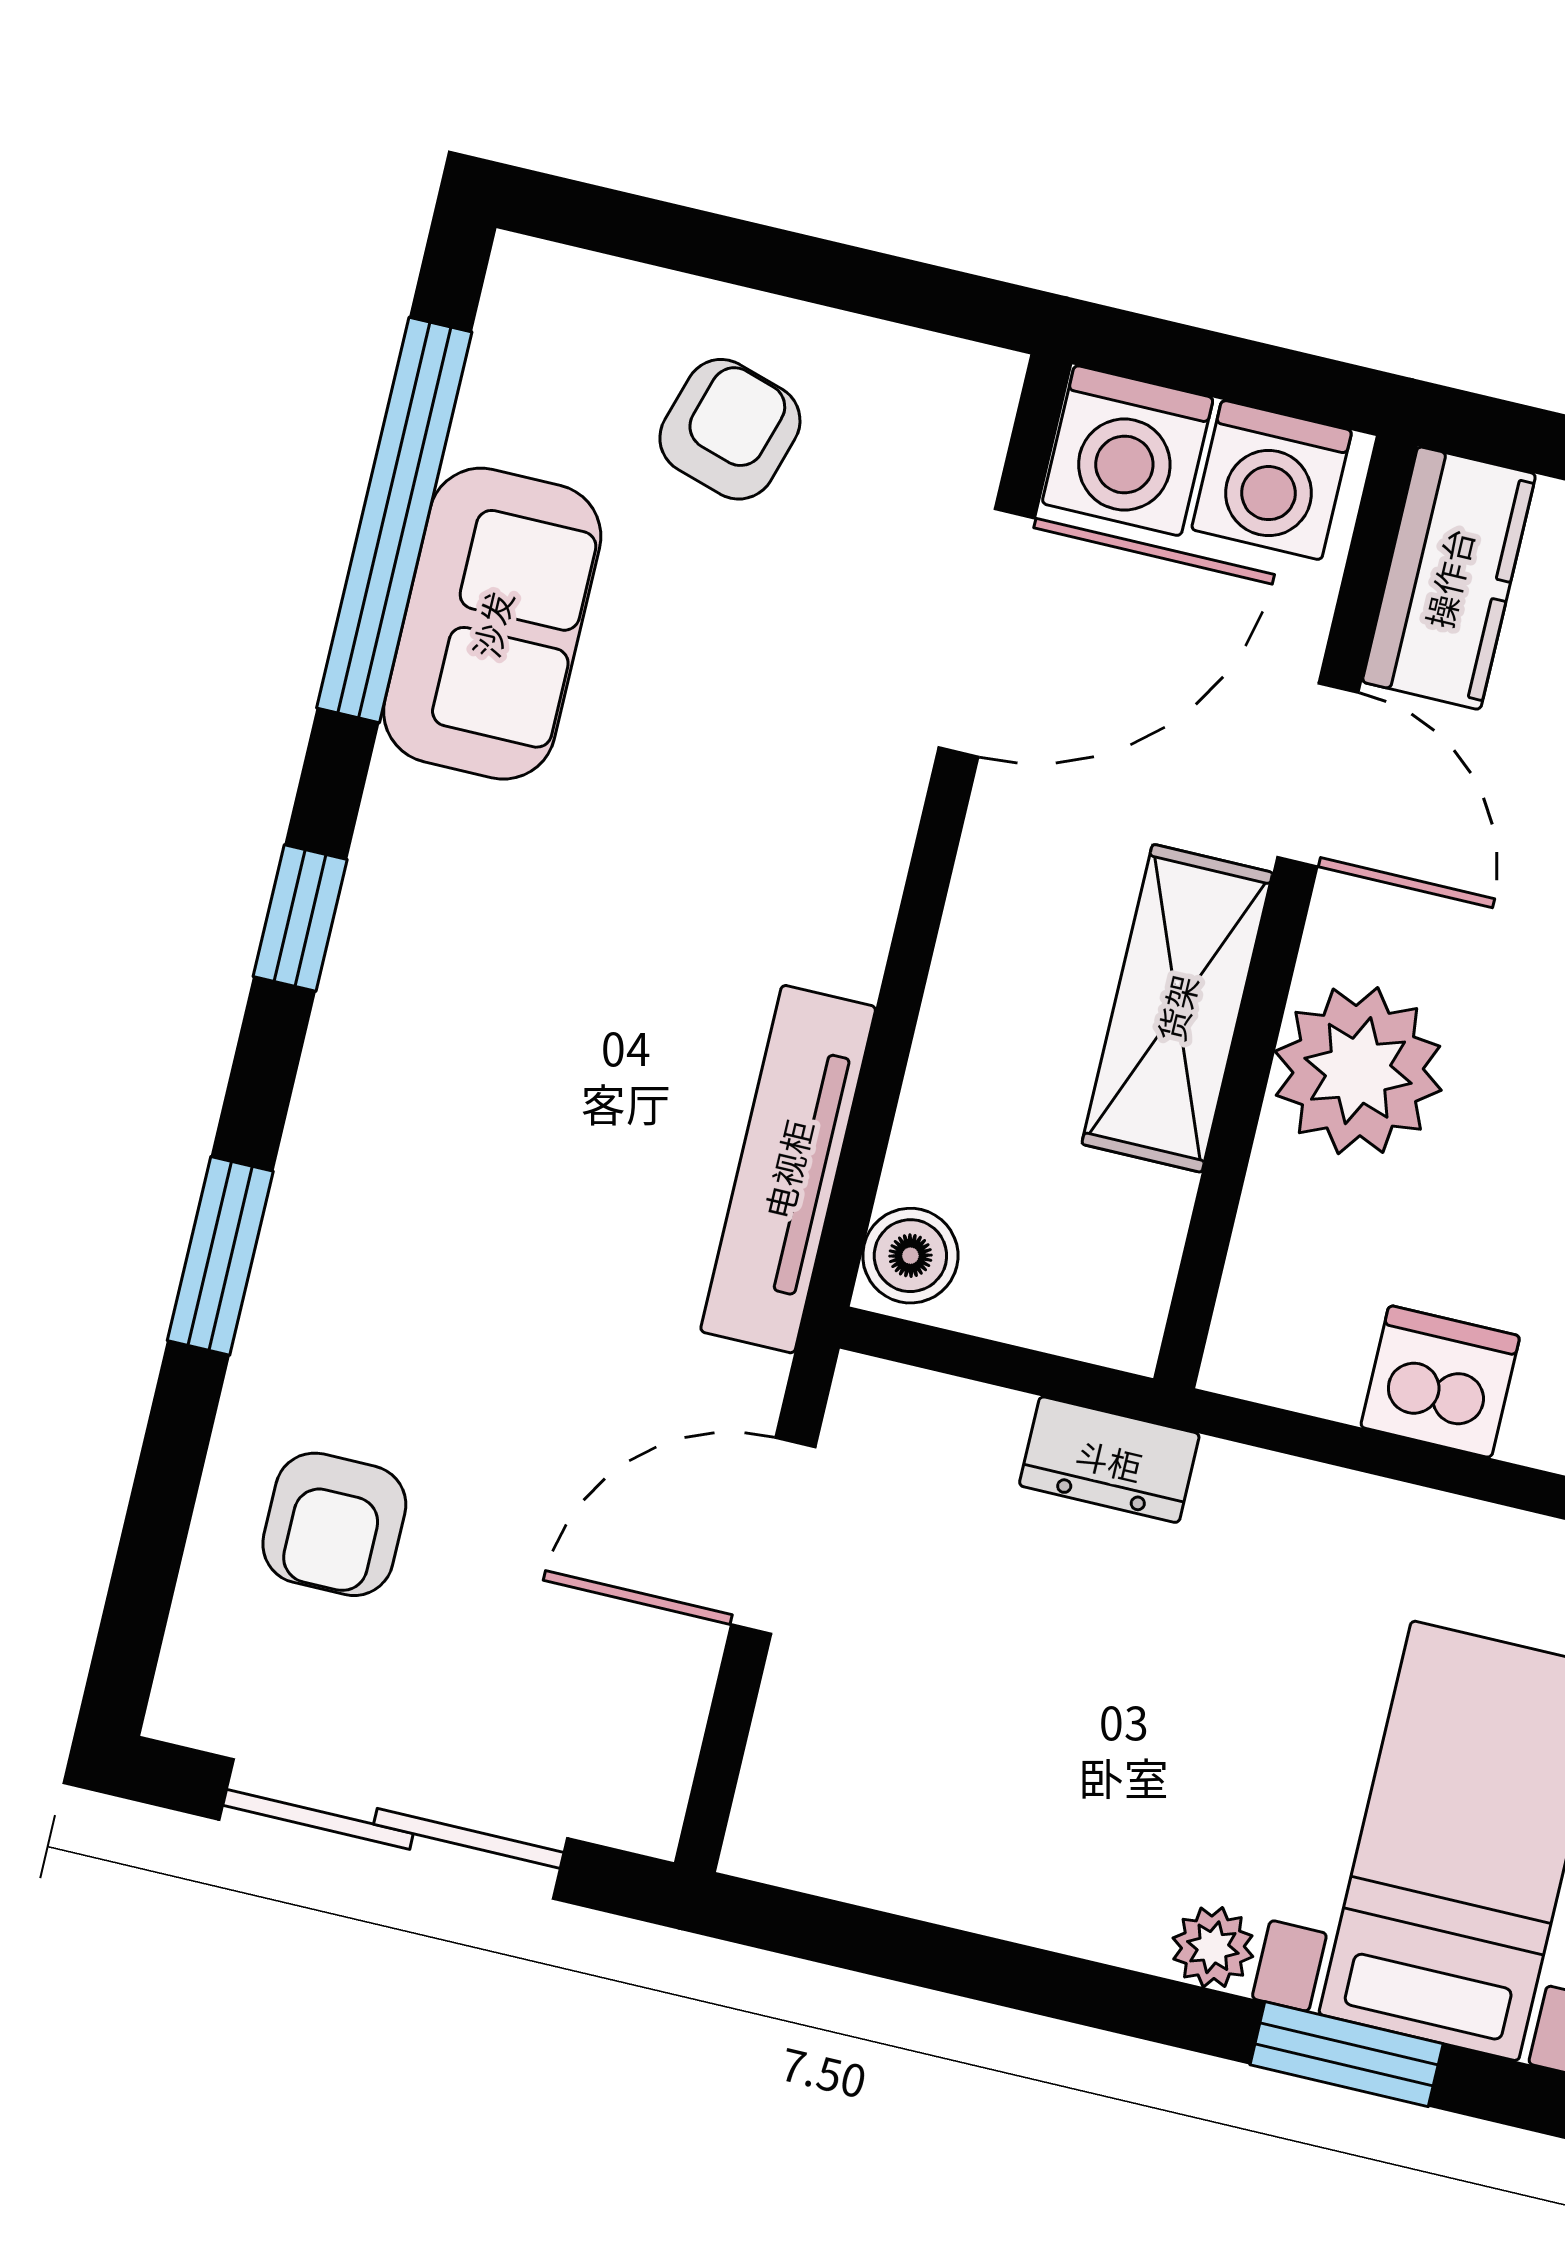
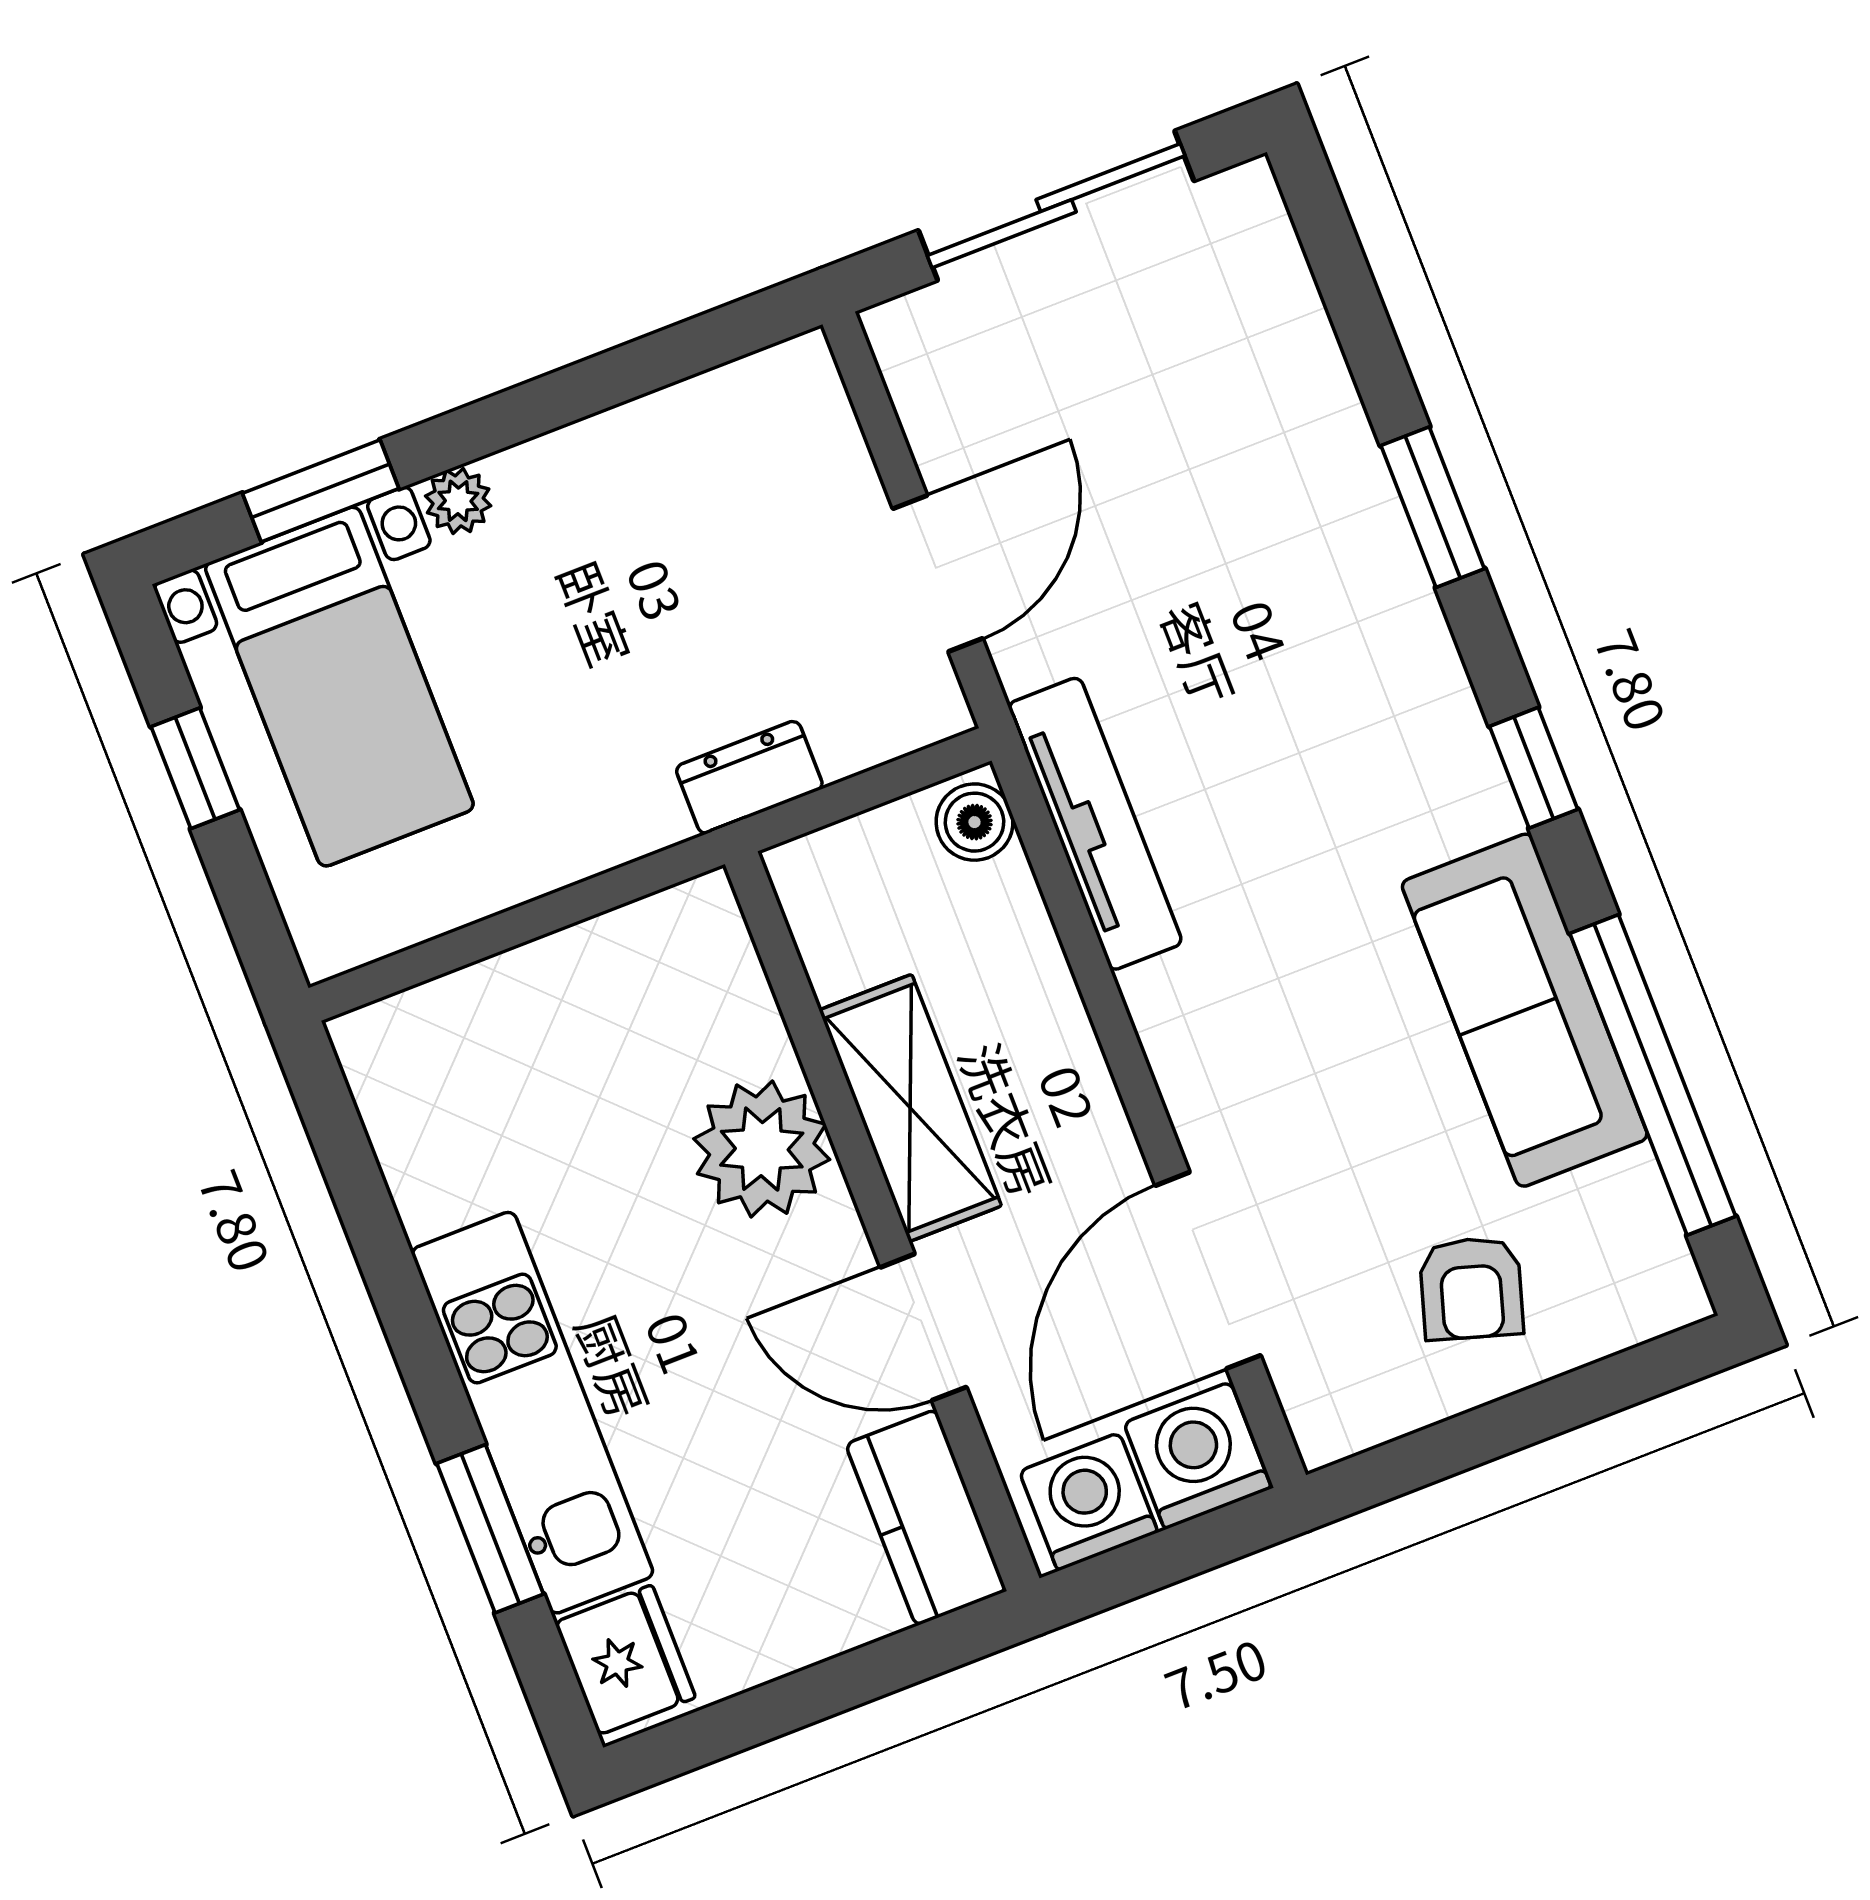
sofa: (492, 624) -> (1525, 1010), width x1.36
dishwasher: (1440, 1382) -> (565, 980), removed
armchair: (334, 1524) -> (1234, 381), removed

